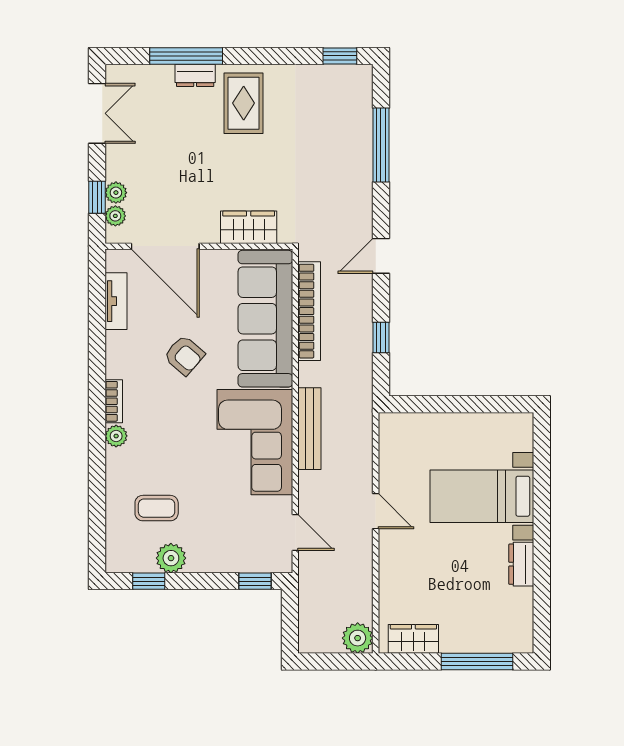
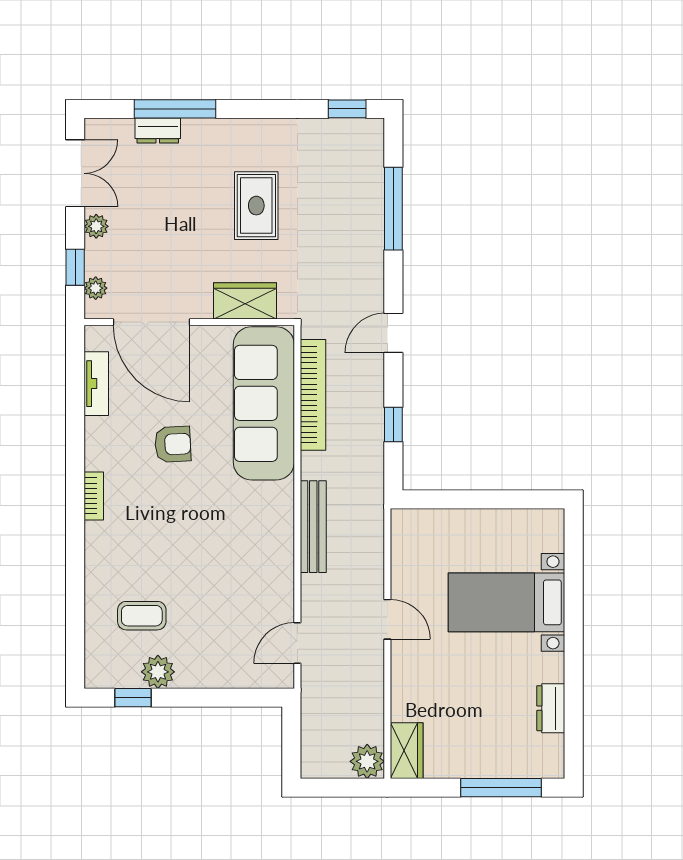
dresser: (195, 75) -> (158, 131), moved
rug: (244, 103) -> (256, 206), moved
plant: (116, 193) -> (96, 226), moved
armchair: (184, 355) -> (173, 444), turned -44
plant: (116, 436) -> (96, 535), removed
corner sofa: (255, 442) -> (252, 542), removed
door: (295, 532) -> (297, 643), swing flipped
dresser: (521, 564) -> (551, 708), moved
window: (255, 581) -> (252, 698), removed
wardrobe: (413, 639) -> (407, 751), moved, turned 90

